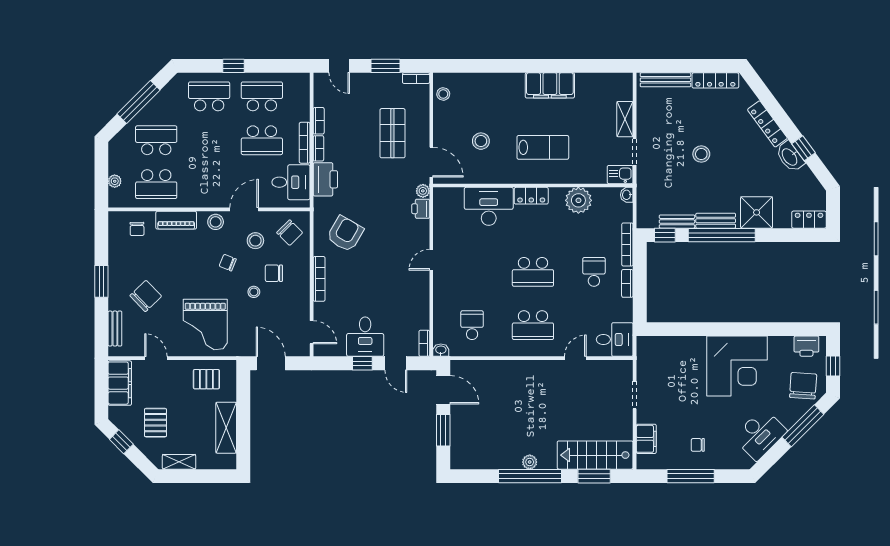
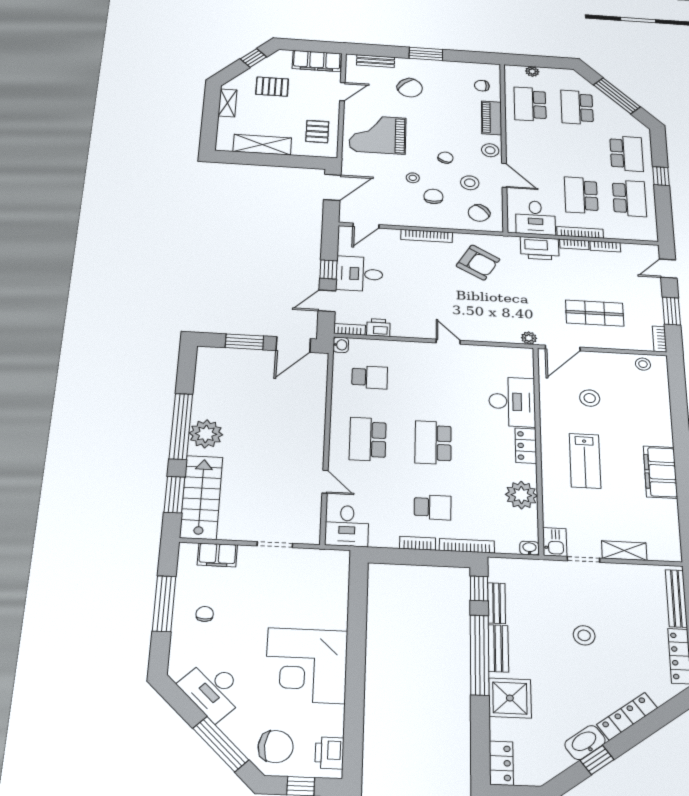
school desk: (156, 140) -> (577, 107), turned 180
printer: (421, 209) -> (378, 327), moved
plant: (530, 462) -> (206, 434), width x1.88, depth x1.88

